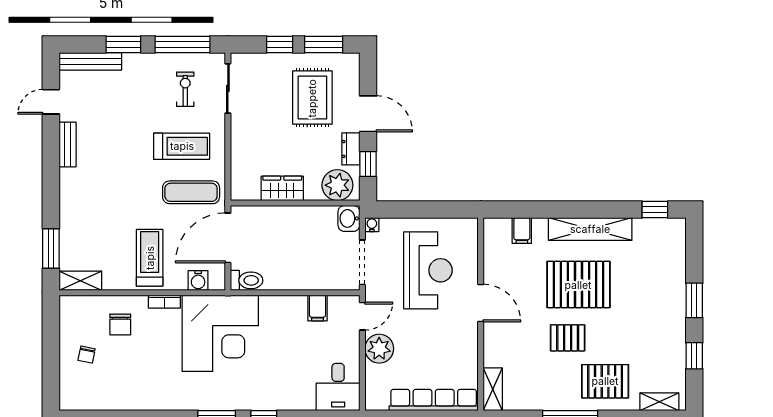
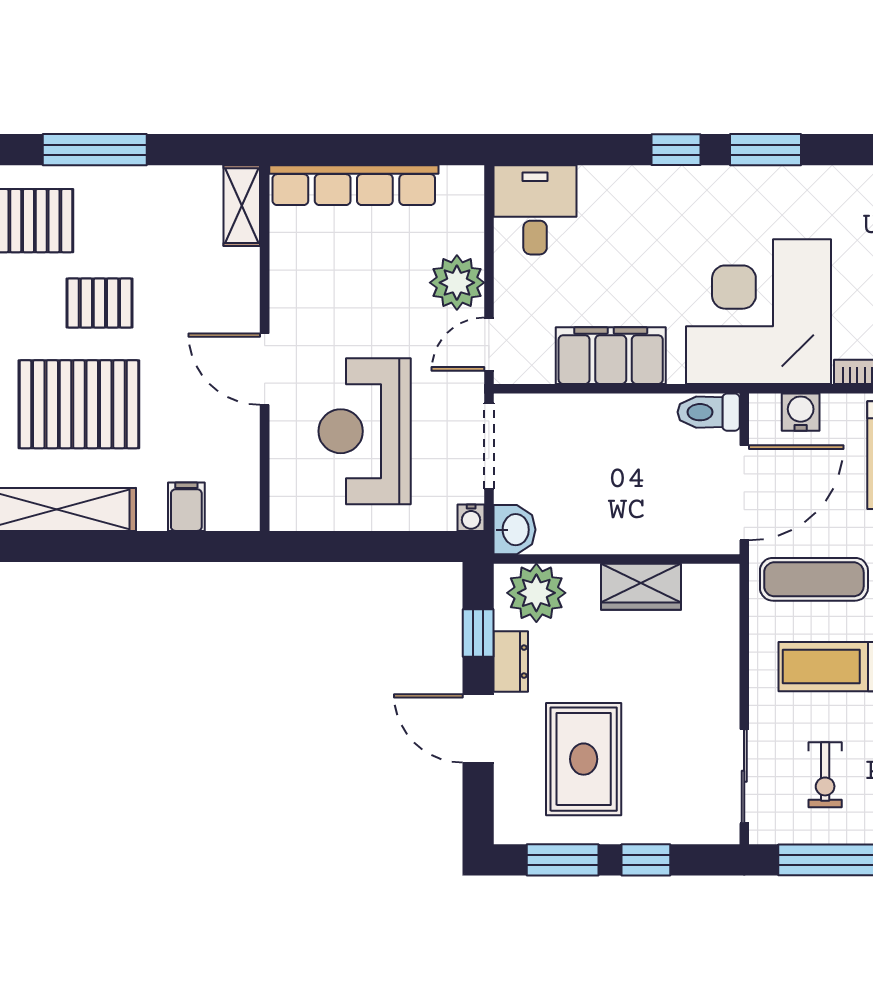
filing cabinet: (317, 308) -> (611, 356), width x3.00, depth x1.17

